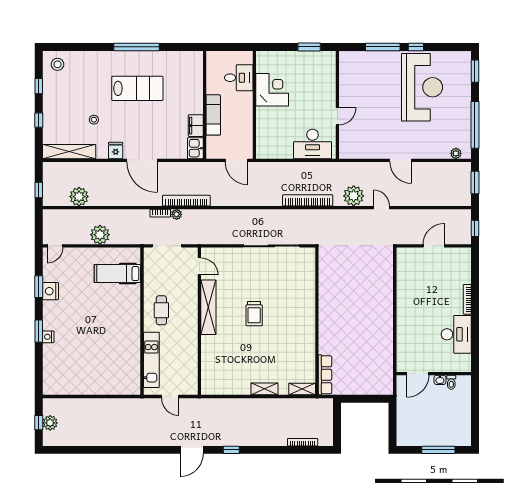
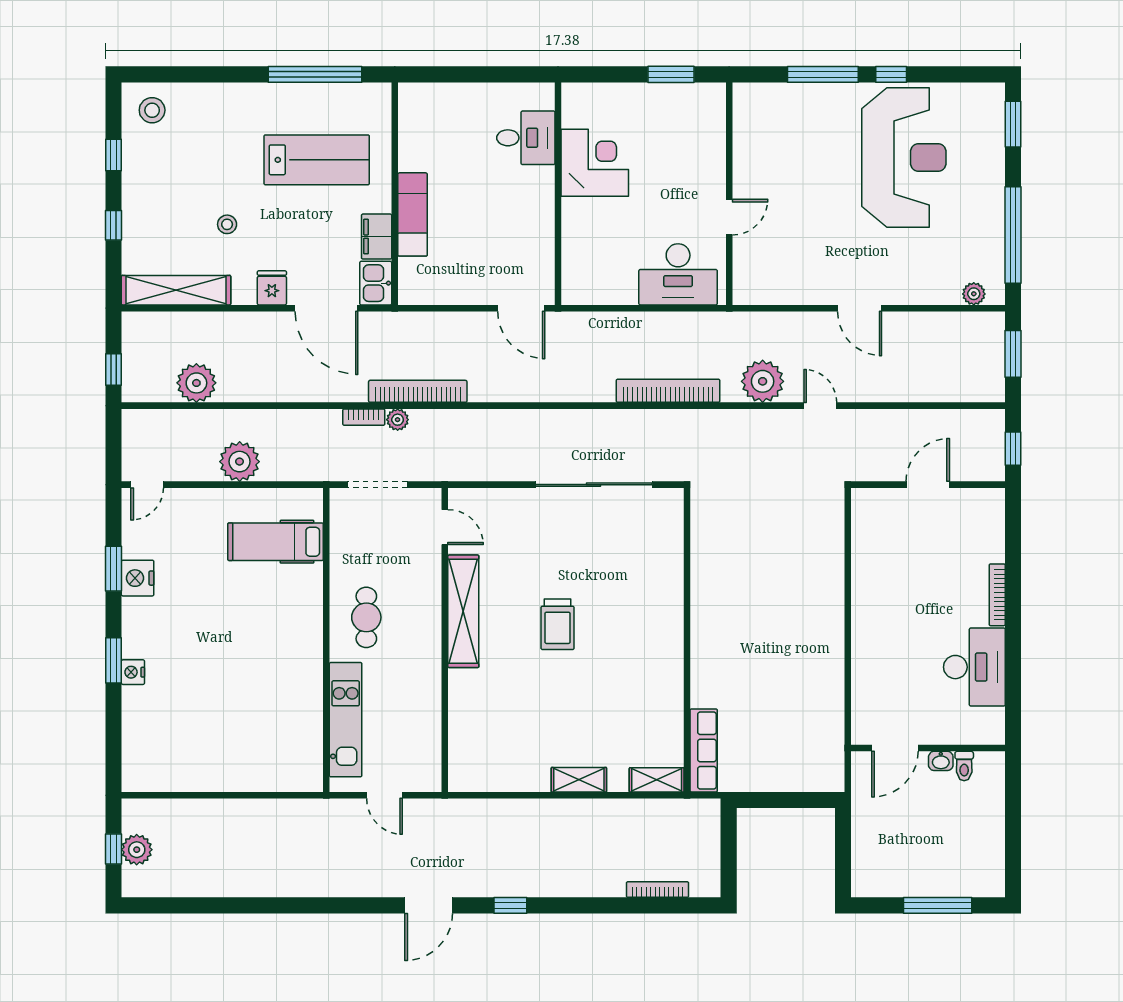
wall: (205, 105) -> (395, 194), moved
exam couch: (213, 115) -> (413, 214), moved
filing cabinet: (196, 126) -> (377, 237), moved
kitchen sink: (195, 148) -> (376, 283), moved

